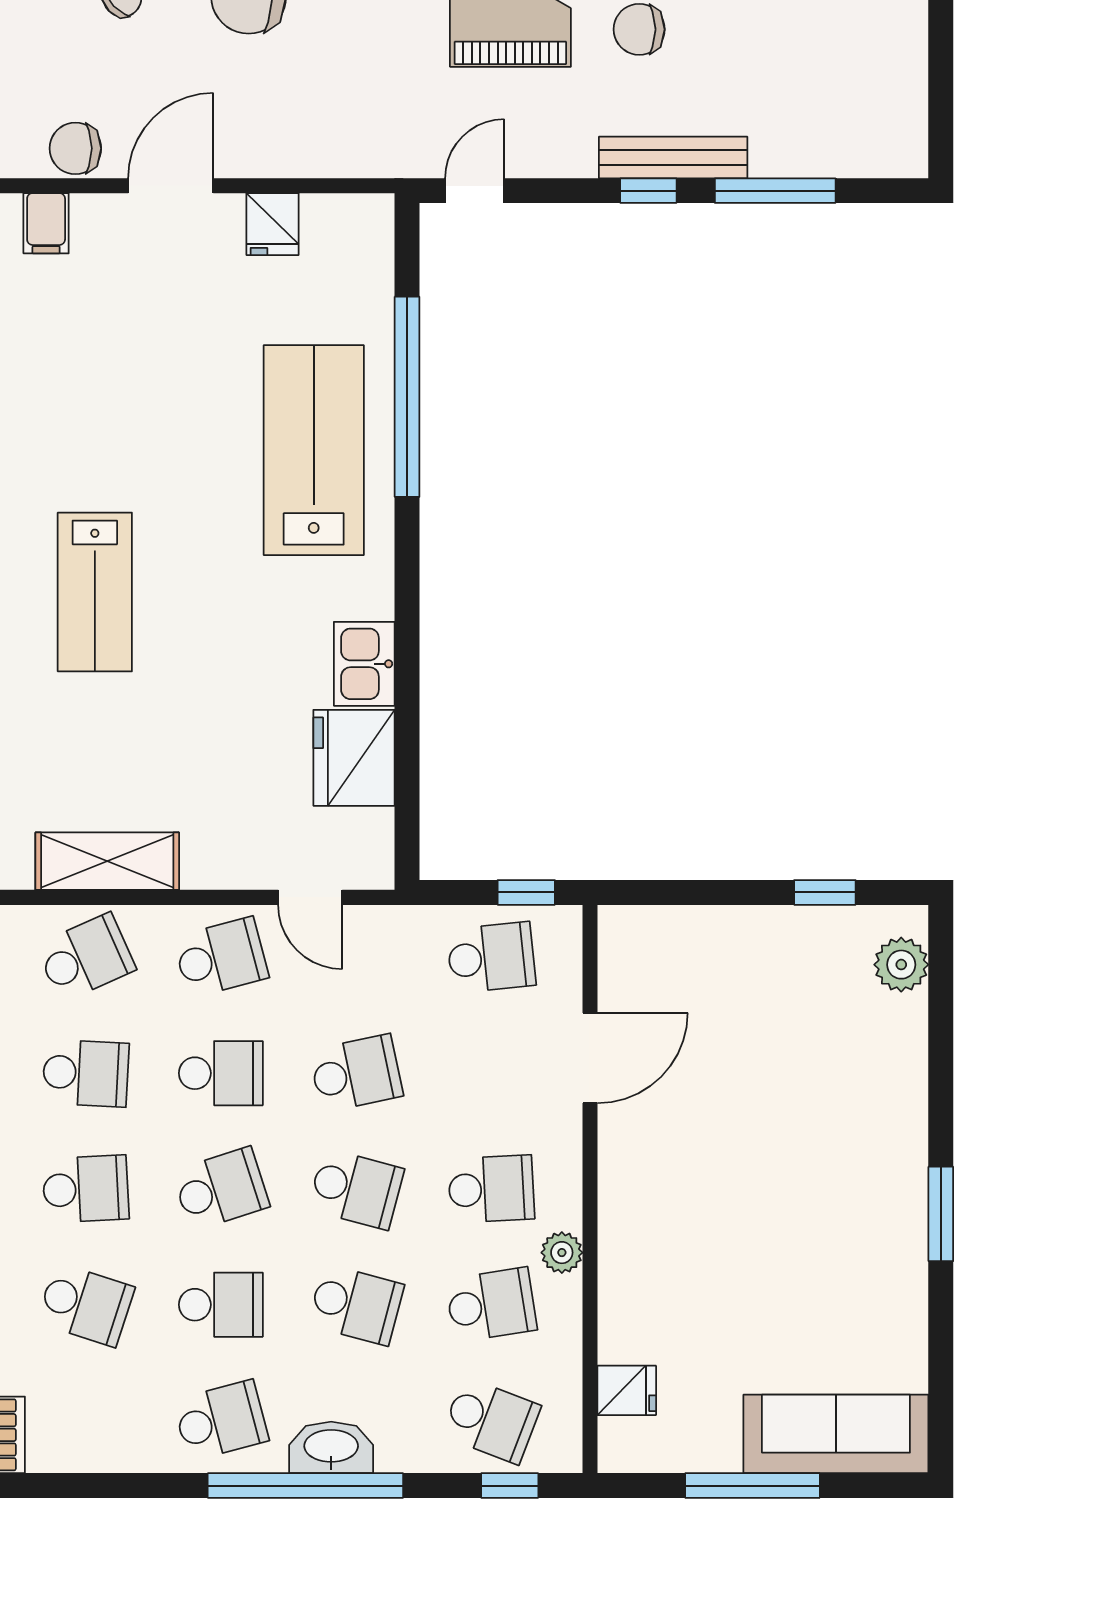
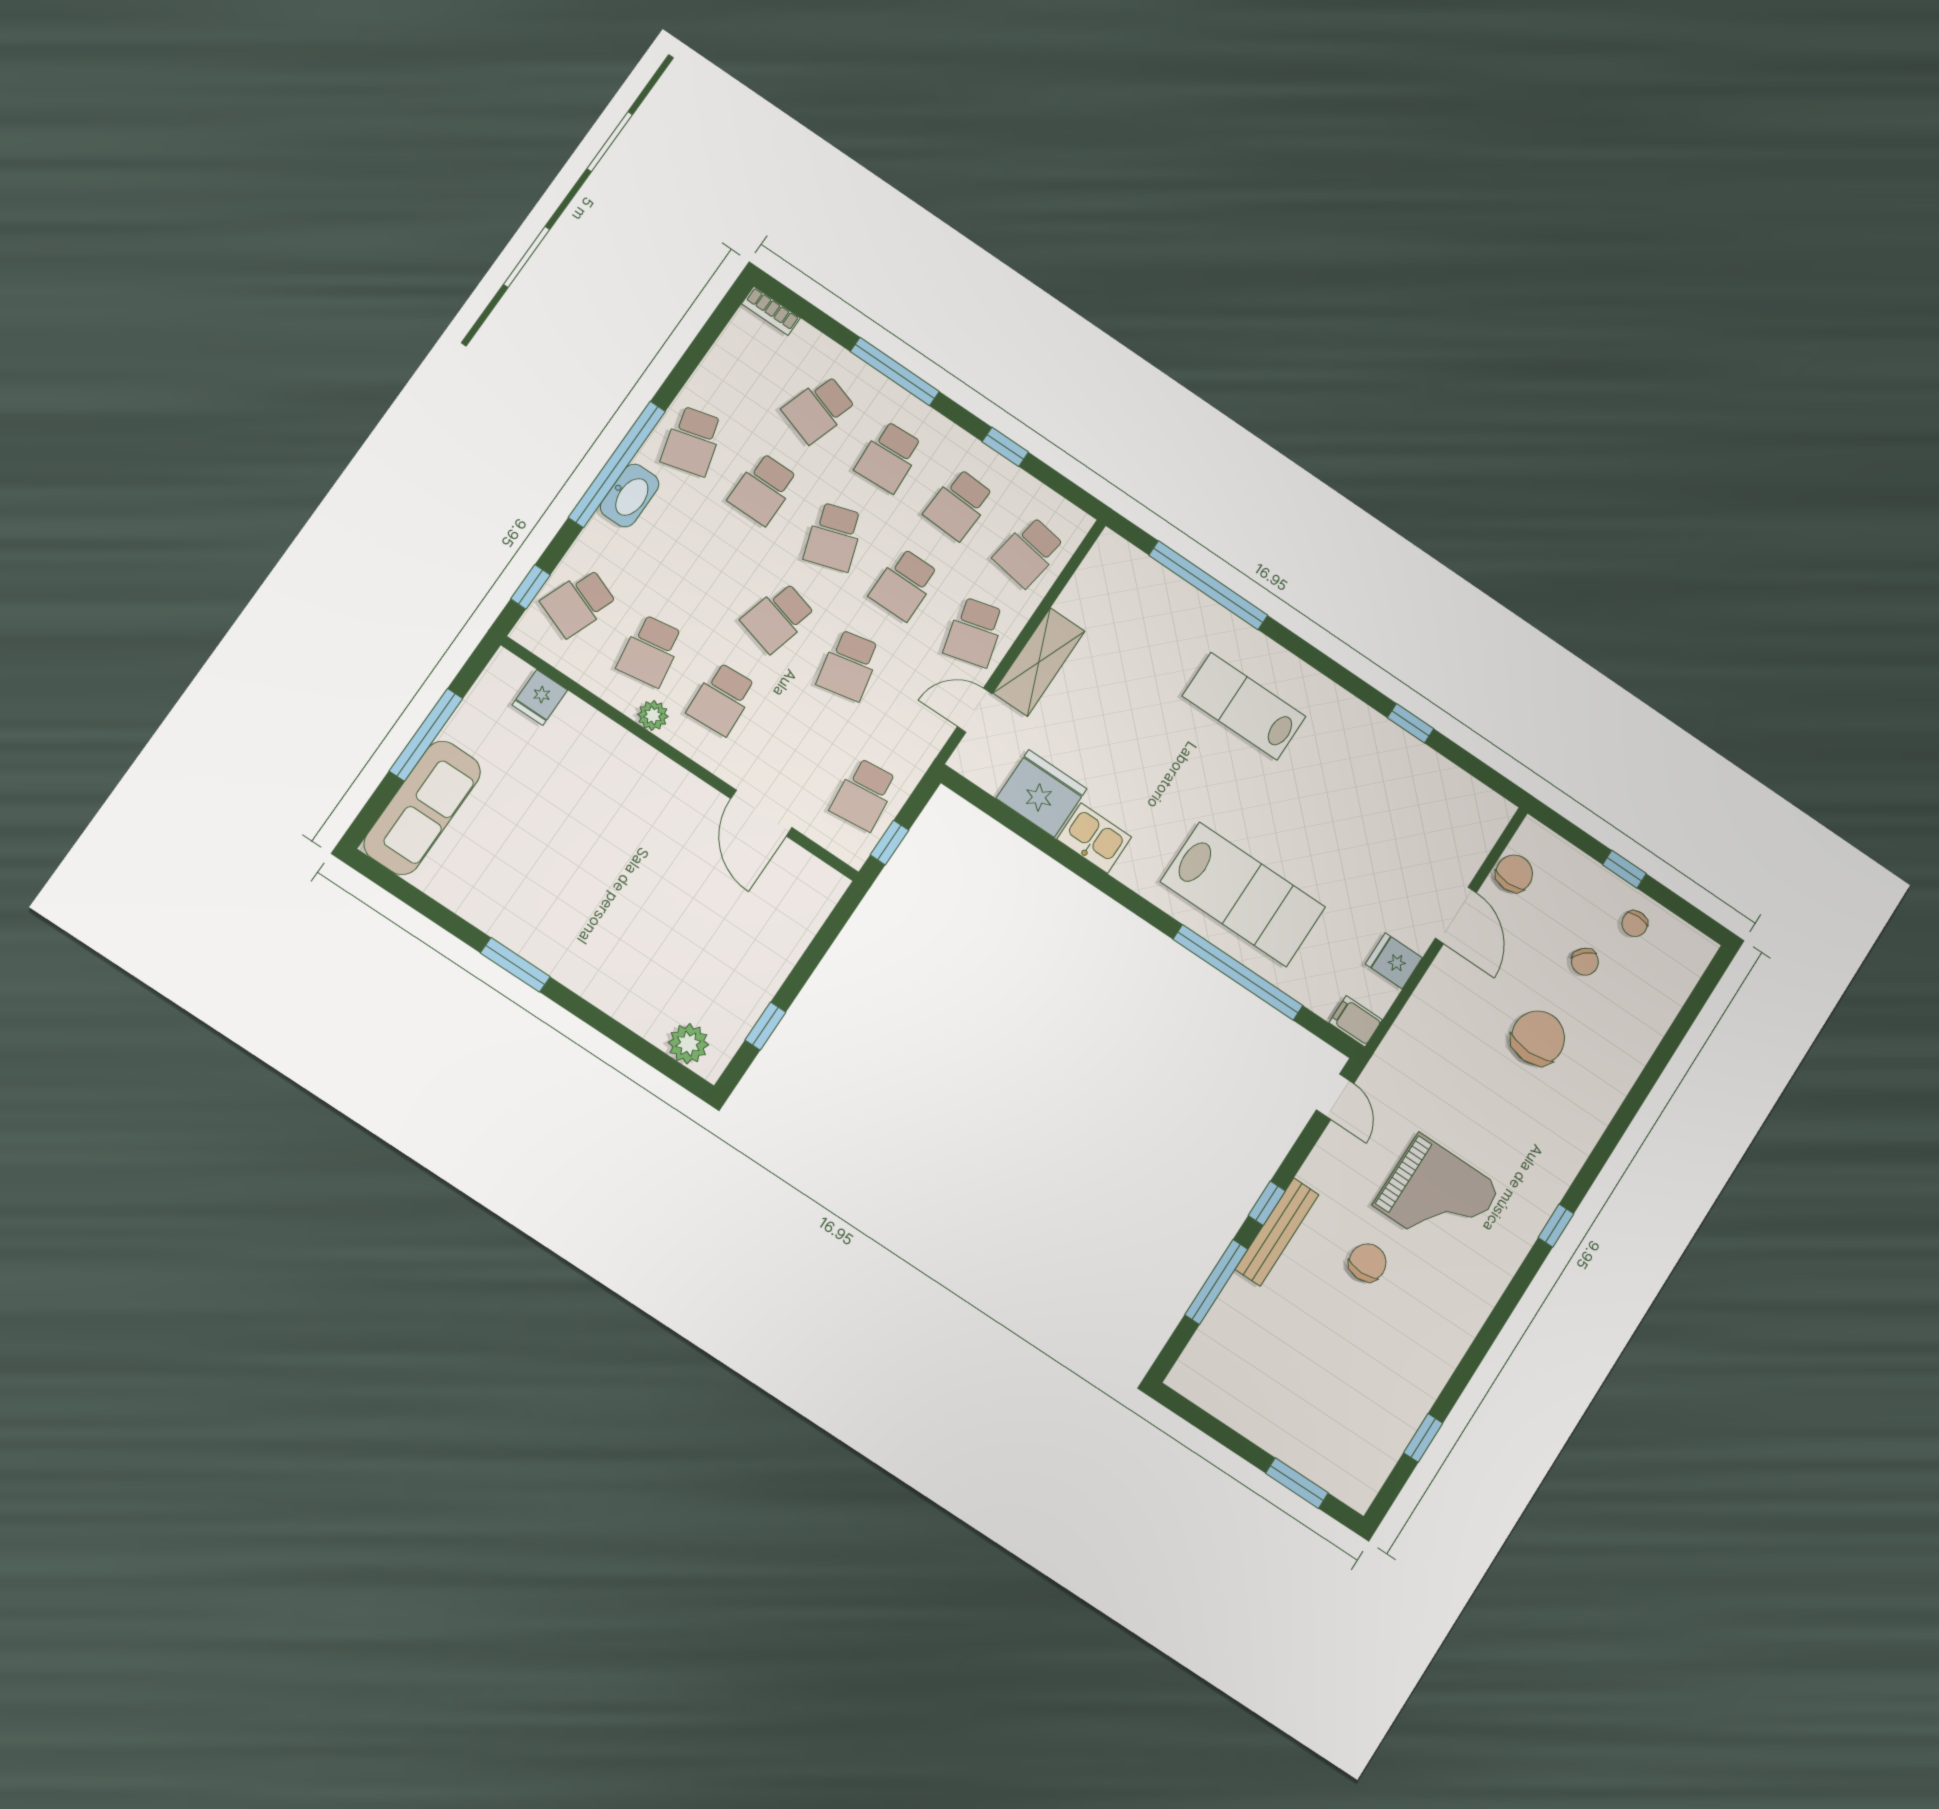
filing cabinet: (46, 223) -> (1356, 1021), moved
shelving: (107, 861) -> (1039, 662), moved
school desk: (86, 957) -> (1029, 552), turned 33
school desk: (356, 1305) -> (707, 570), removed

